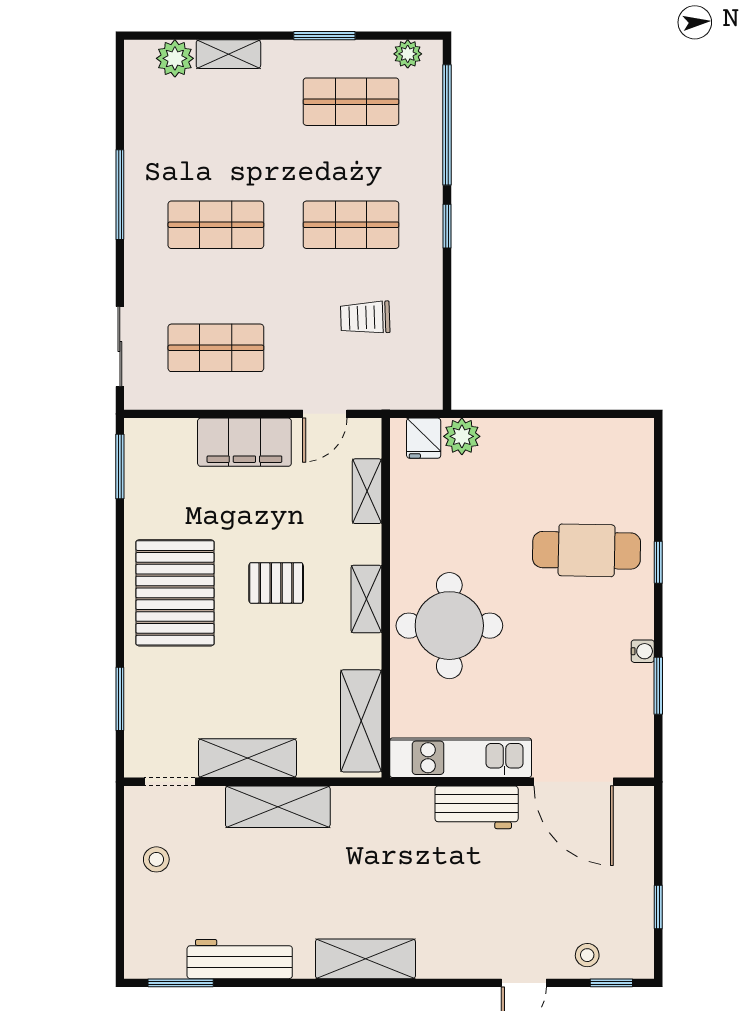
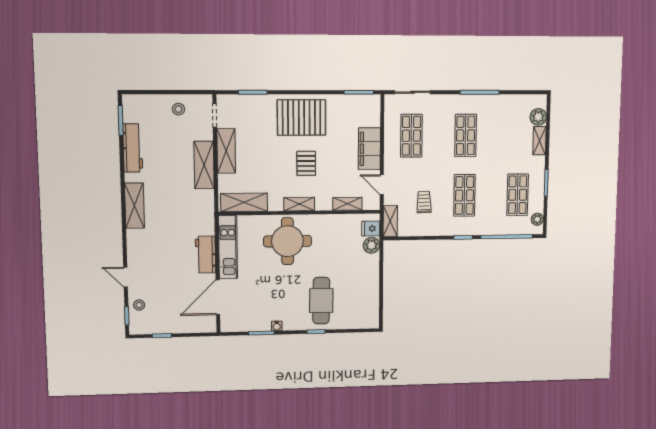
shelving: (407, 394) -> (390, 221), added

